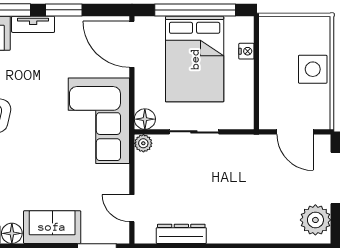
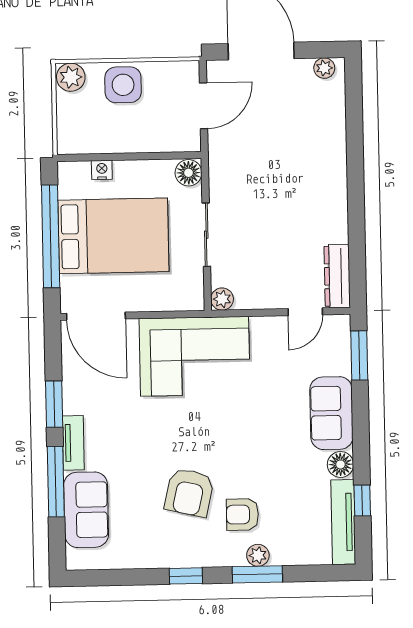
plant: (320, 28) -> (71, 77), added
door: (132, 44) -> (96, 316), hinge flipped
floor lamp: (145, 119) -> (189, 173), moved
plant: (315, 220) -> (324, 68), width x0.53, depth x0.53
dresser: (181, 234) -> (337, 276), moved

